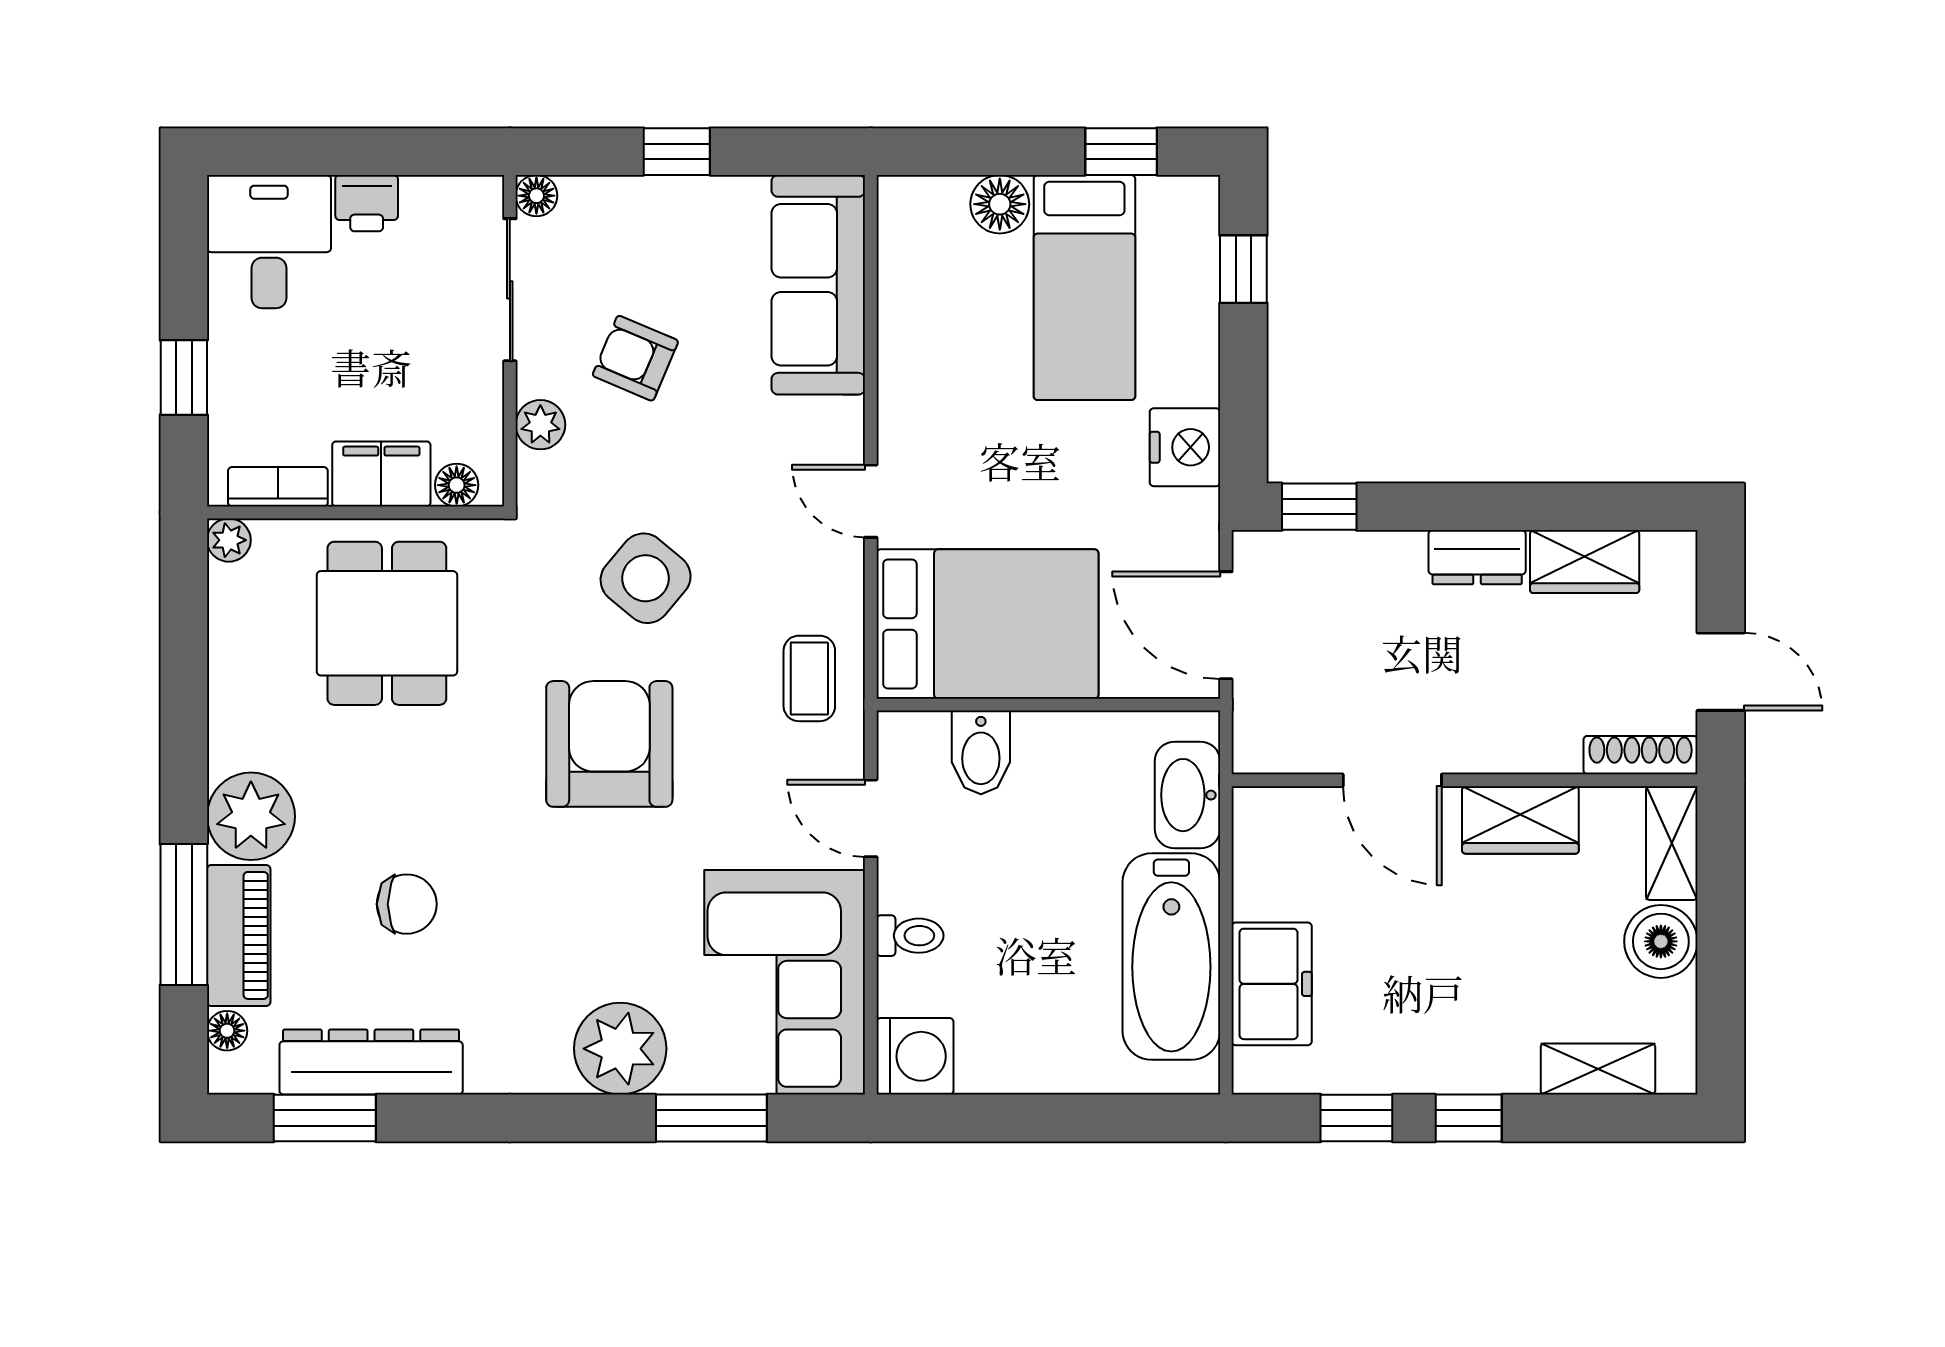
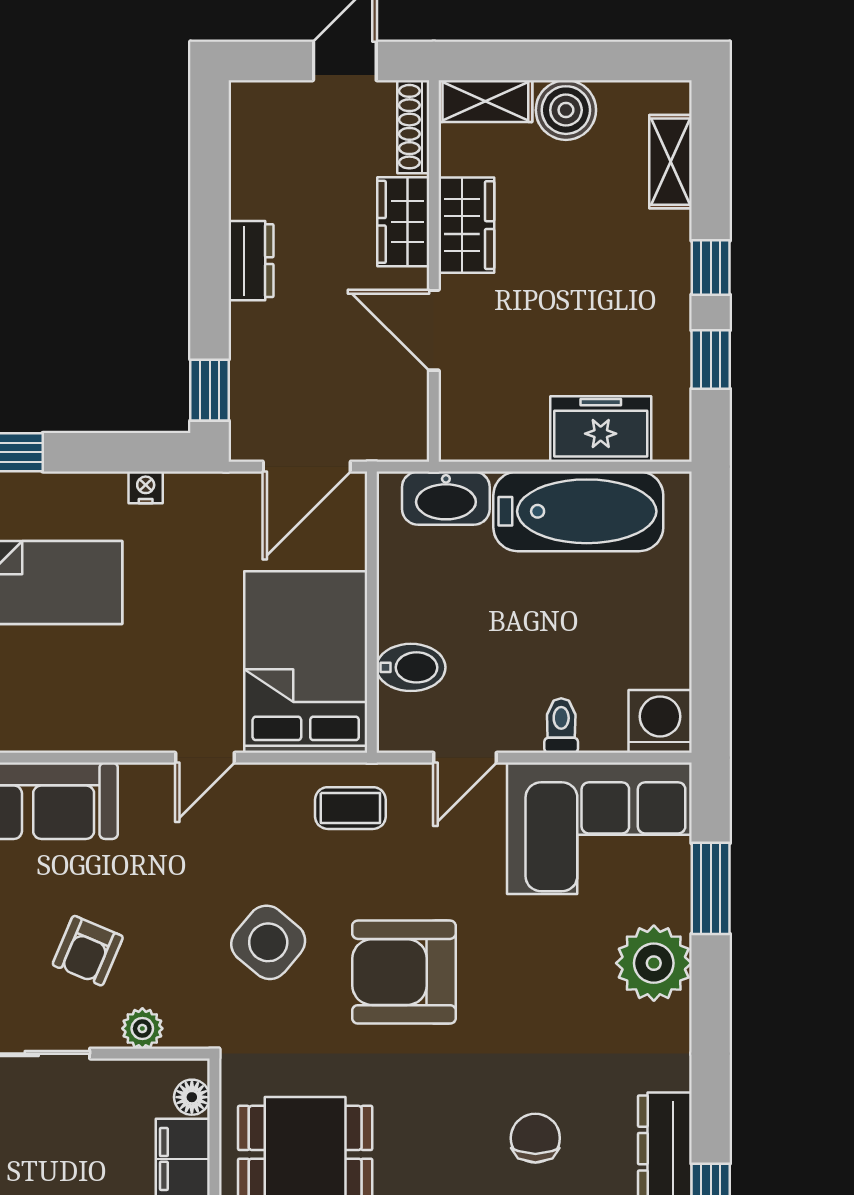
nightstand: (1185, 447) -> (146, 487), width x0.53, depth x0.56
wardrobe: (1585, 562) -> (403, 222), moved, turned 180
door: (1392, 780) -> (434, 330), swing flipped

